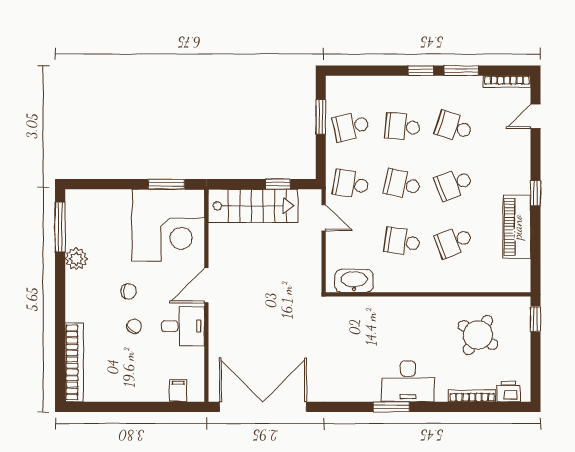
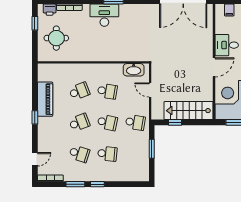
window: (321, 117) -> (152, 149), moved
school desk: (351, 127) -> (135, 154), removed
door: (324, 218) -> (150, 90), moved
window: (536, 319) -> (35, 23), moved
round table: (478, 335) -> (56, 38), moved, turned -33

